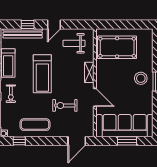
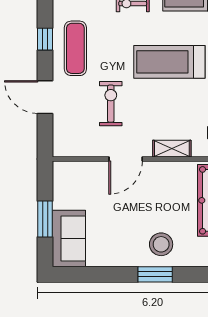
sofa: (125, 126) -> (69, 239), width x0.54, depth x0.79
window: (19, 141) -> (45, 39), moved
door: (77, 141) -> (45, 97), moved

